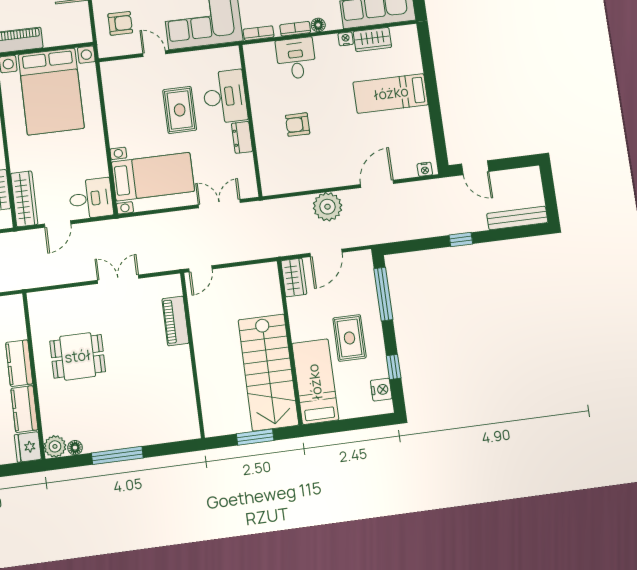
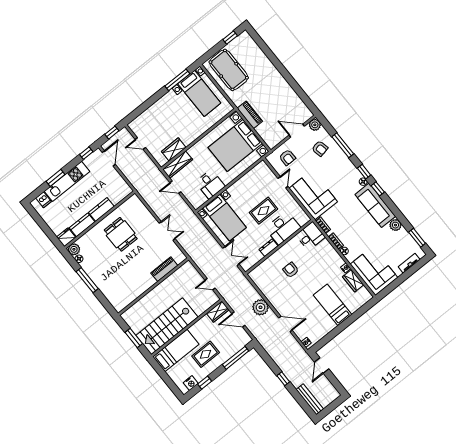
desk: (296, 58) -> (310, 236), moved
desk: (91, 198) -> (210, 184), moved
door: (200, 269) -> (210, 284), moved

